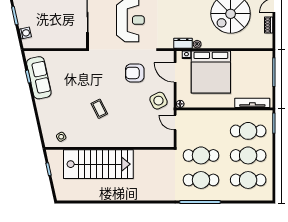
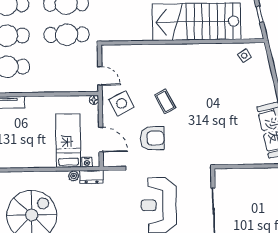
bed: (211, 72) -> (68, 141), width x0.49
coffee table: (99, 109) -> (165, 101), moved

